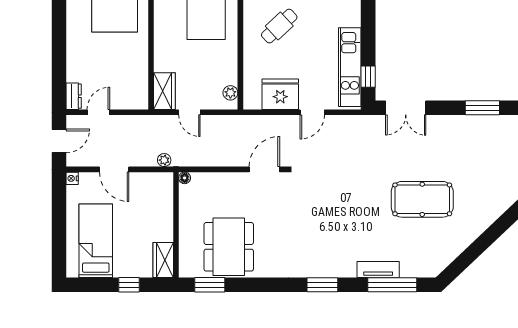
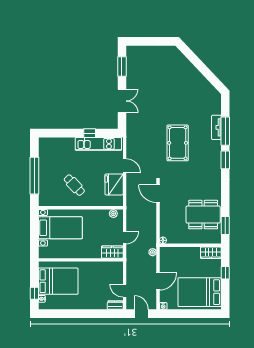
window: (368, 77) -> (90, 133), moved
double door: (406, 108) -> (122, 101), moved
pool table: (422, 199) -> (178, 143), moved
bed: (96, 241) -> (200, 292), width x1.50
window: (392, 285) -> (225, 131), moved

